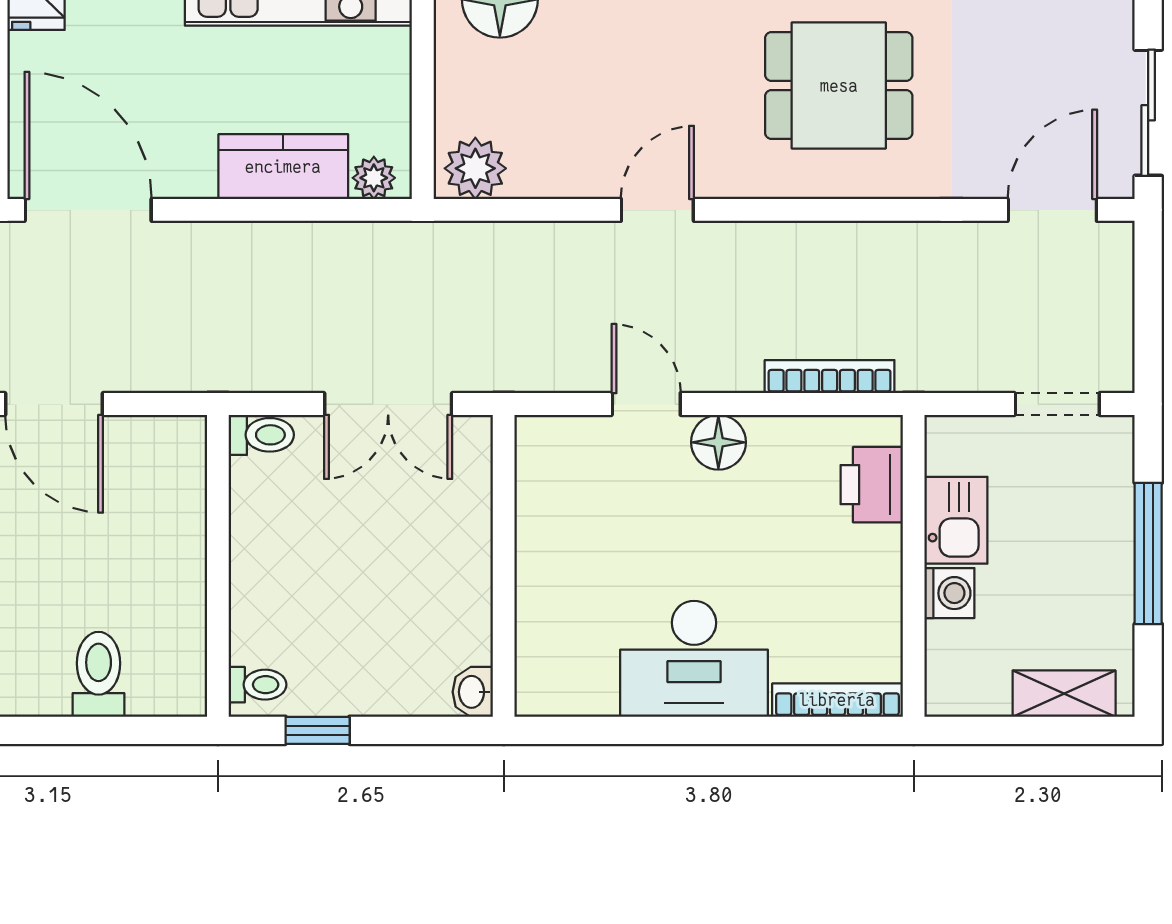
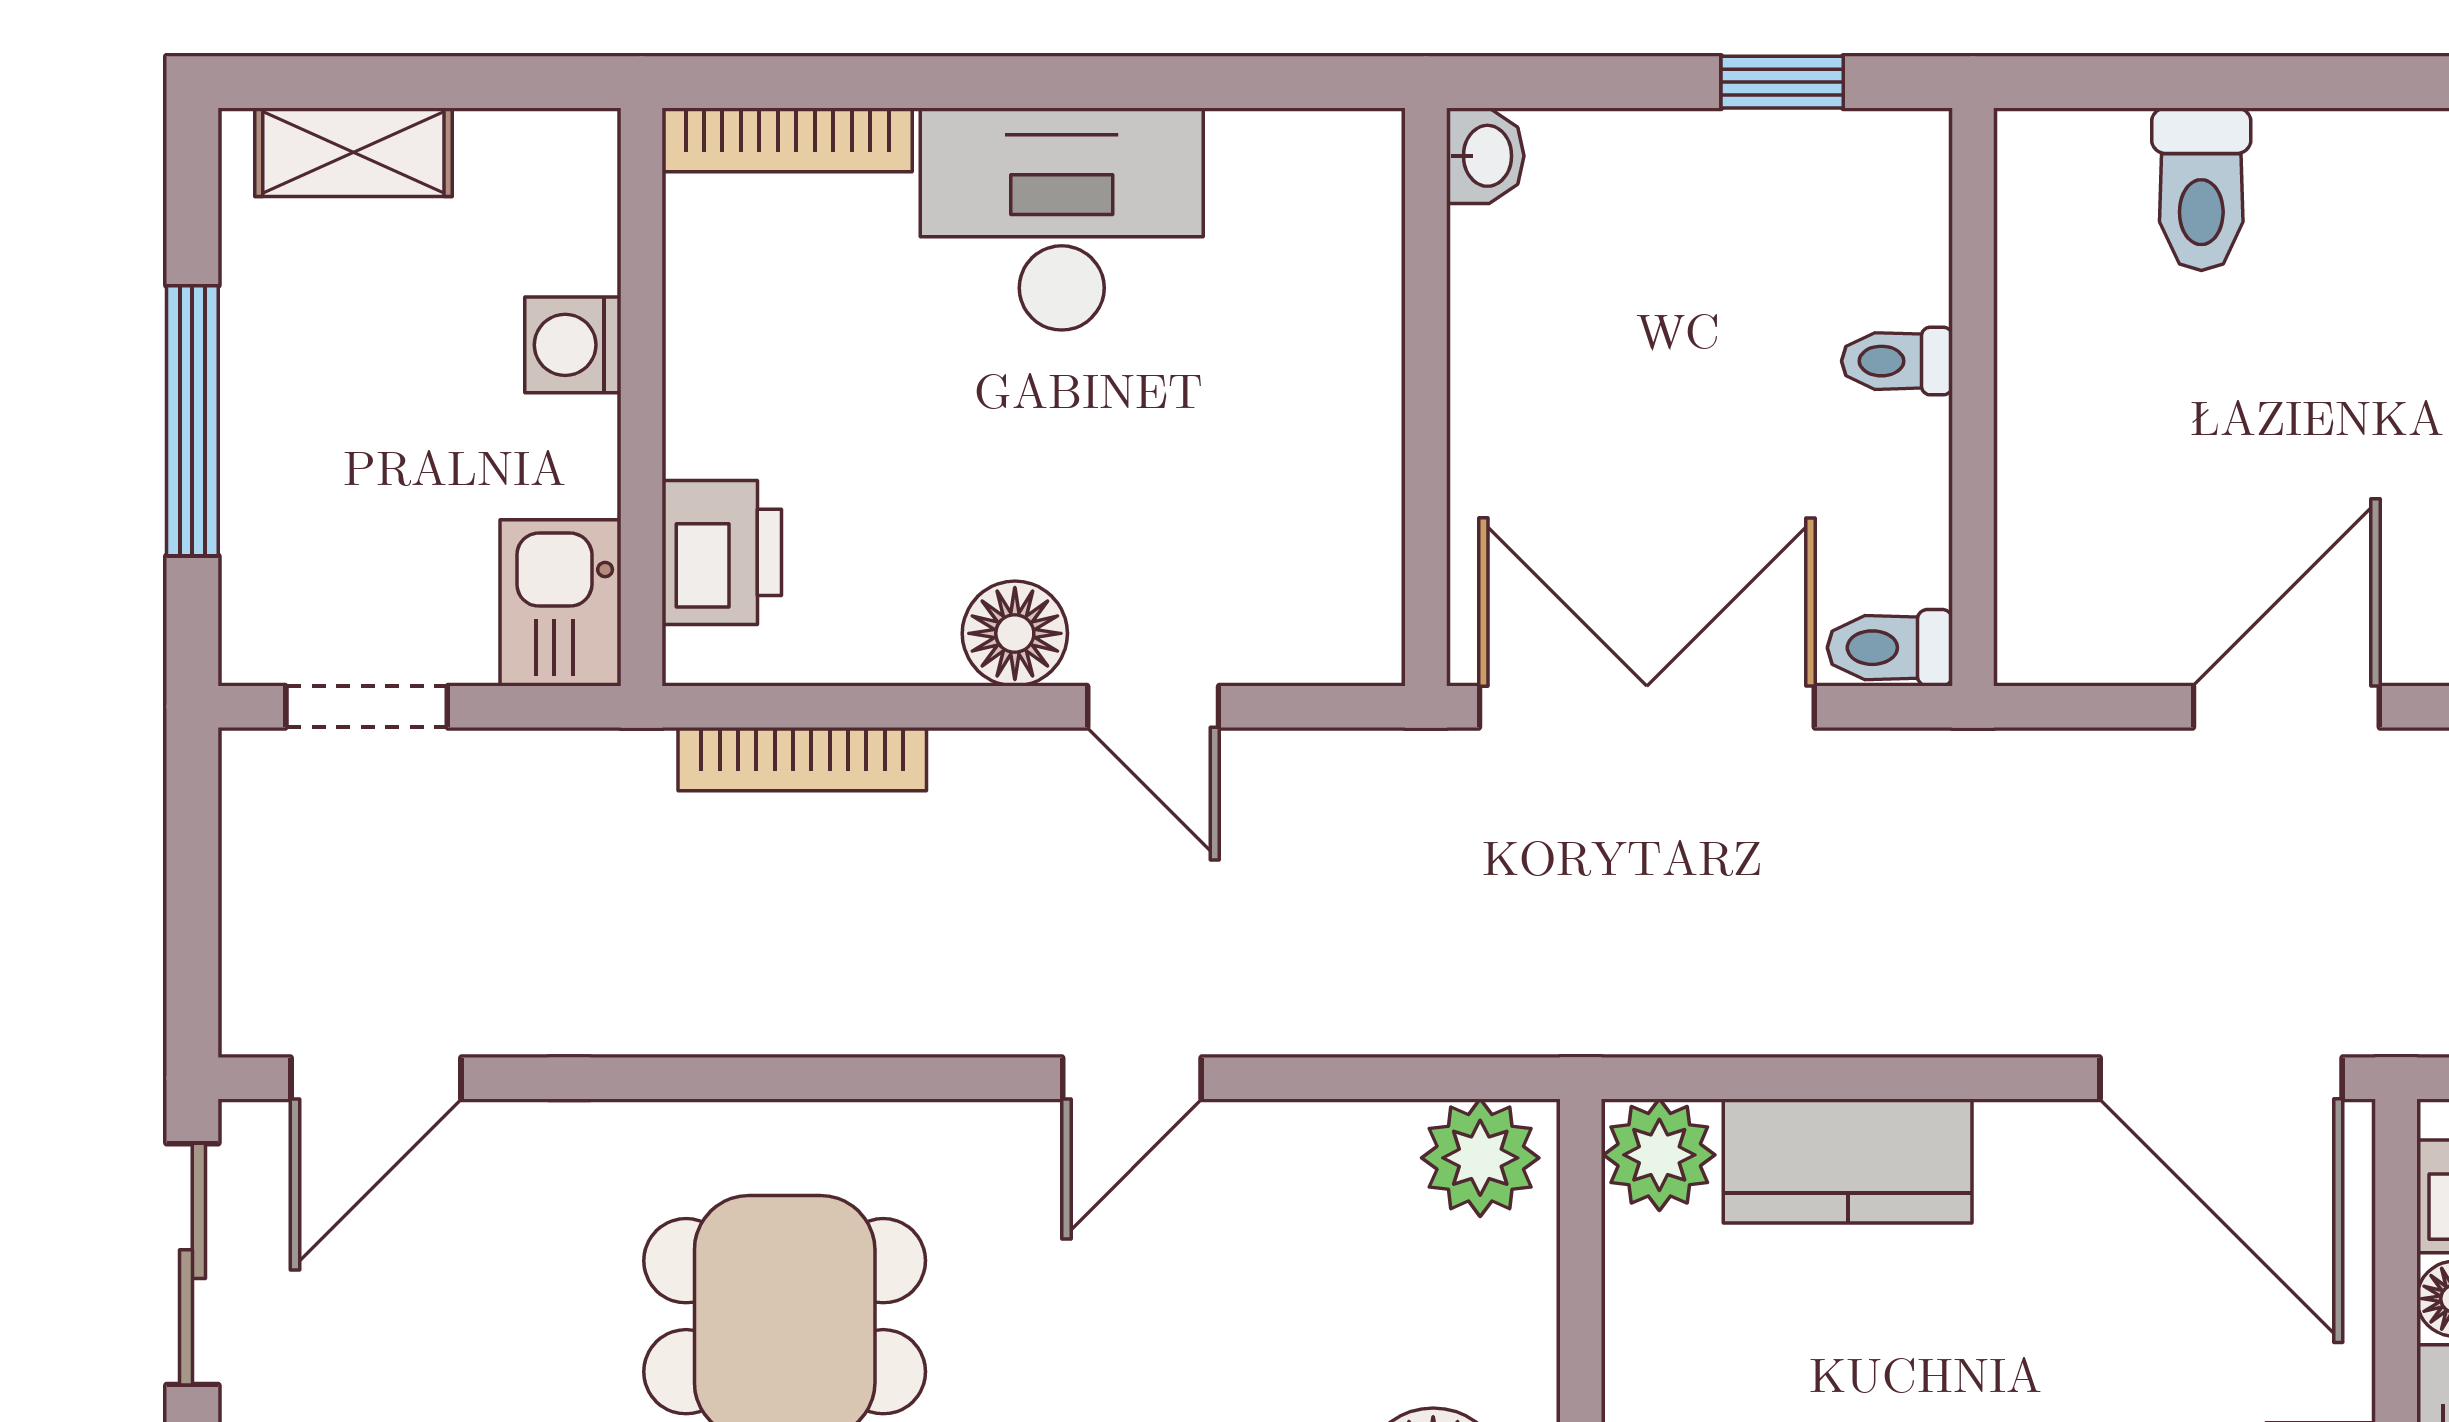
plant: (374, 178) -> (1659, 1155), width x1.38, depth x1.38
door: (54, 404) -> (2286, 707), hinge flipped
double door: (388, 404) -> (1647, 707), width x1.37
kitchen sink: (956, 520) -> (560, 603), moved
toilet: (258, 685) -> (1897, 361), moved

